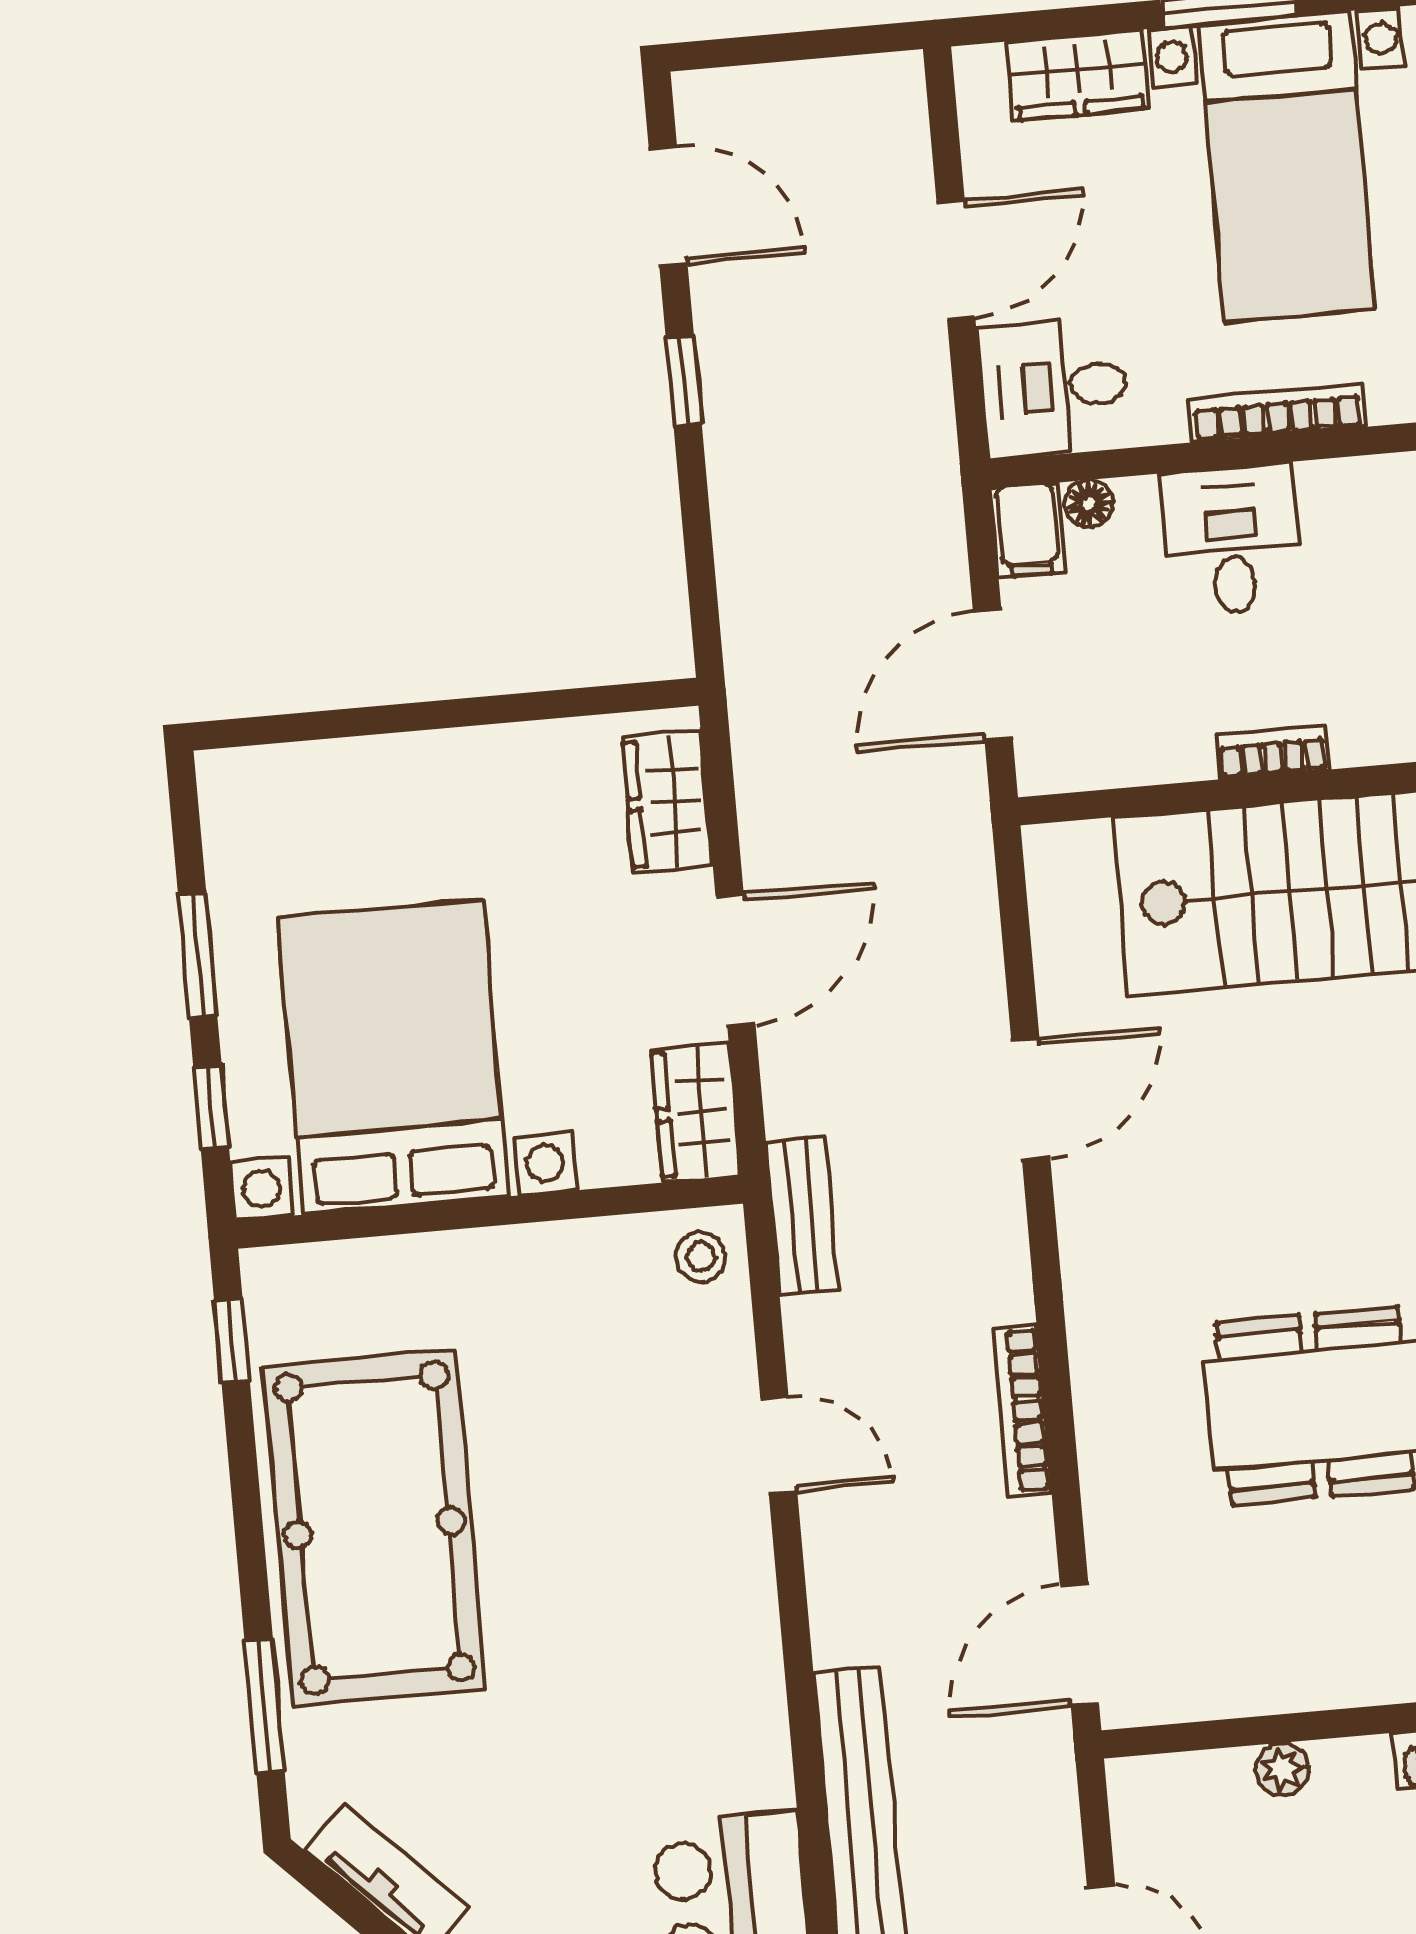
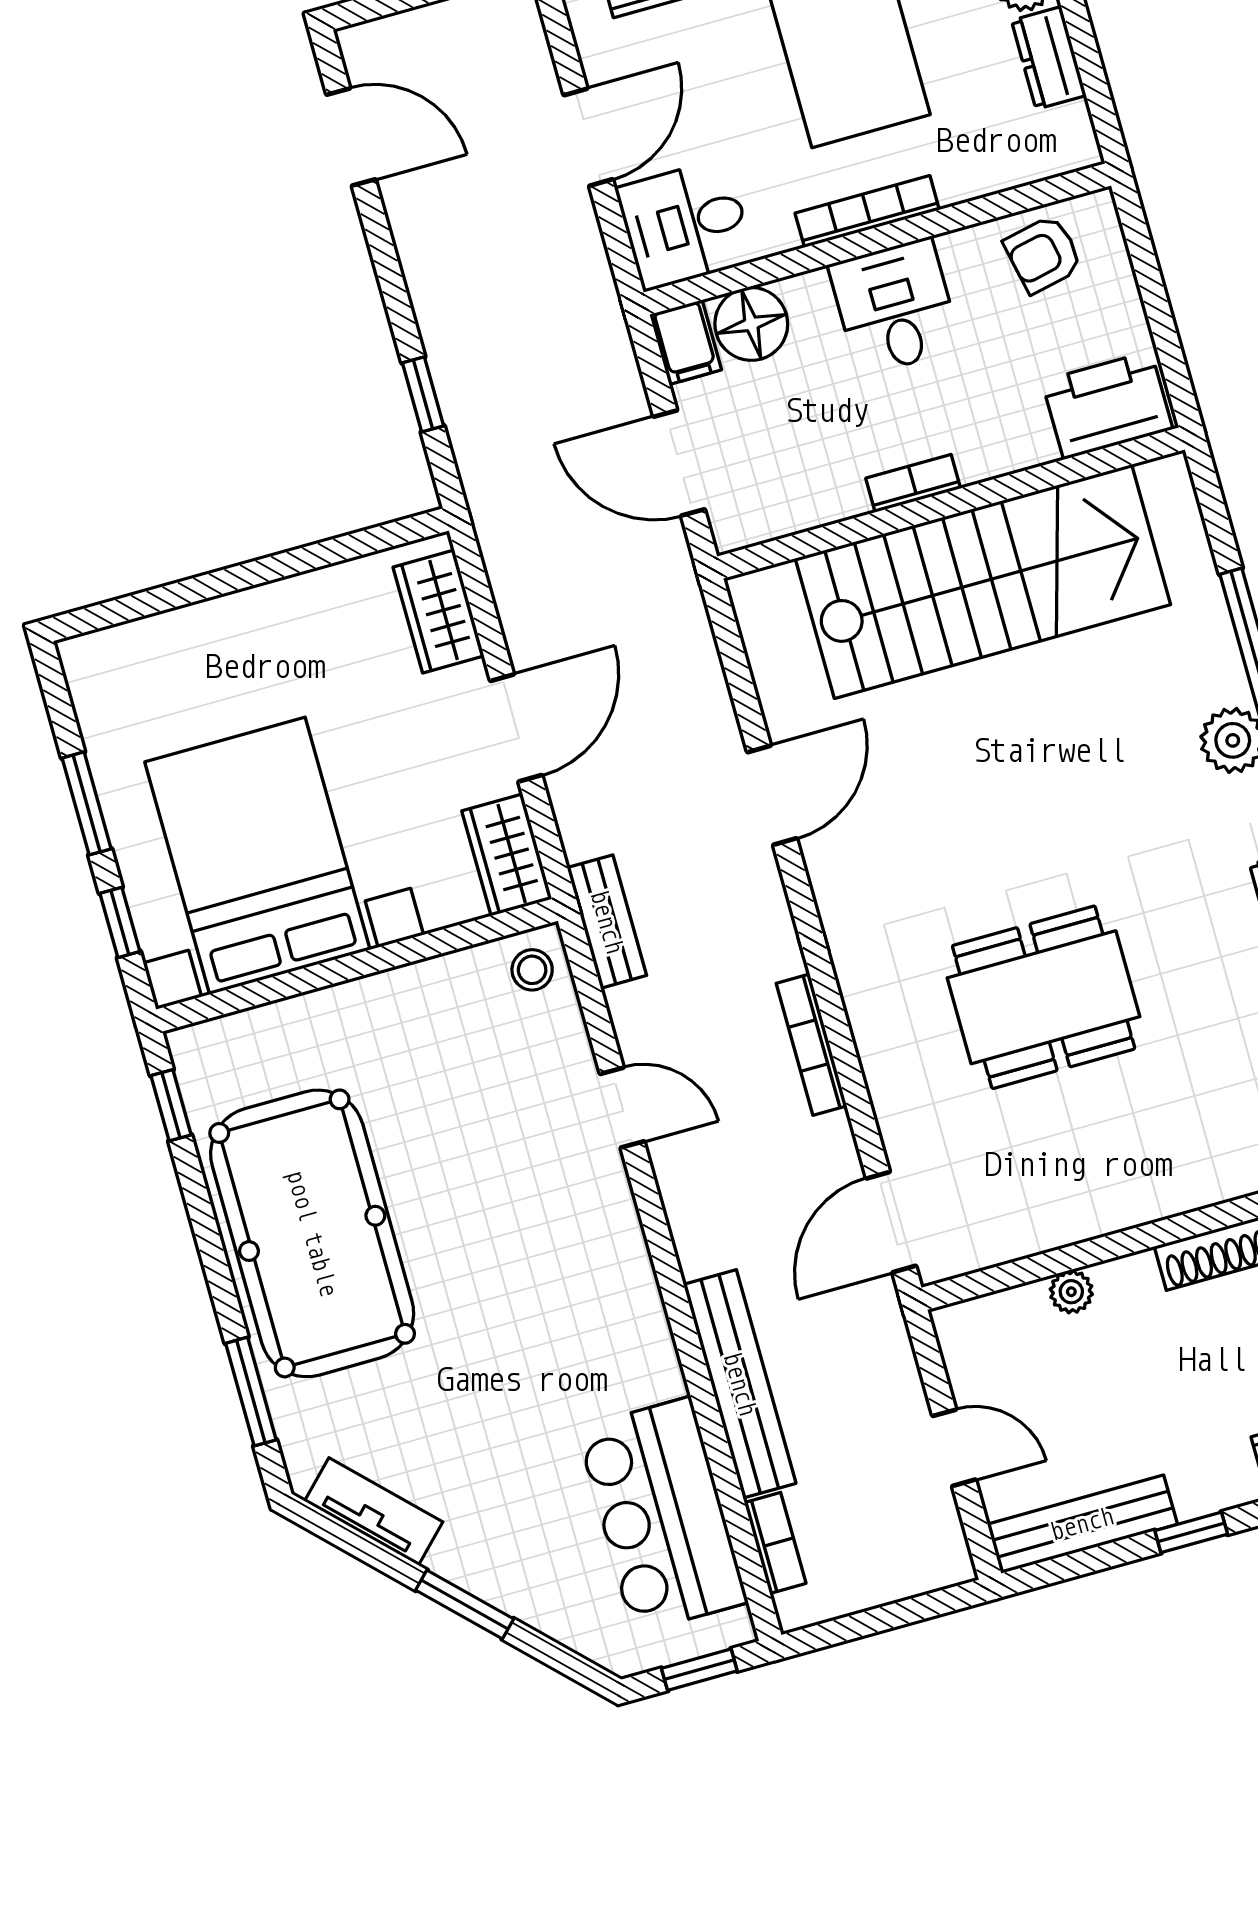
window: (684, 381) -> (423, 394), moved
floor lamp: (1089, 504) -> (751, 324), width x1.89, depth x1.89
desk: (1231, 540) -> (895, 307), moved
door: (993, 675) -> (679, 463), hinge flipped

